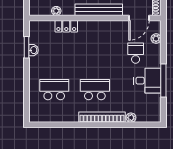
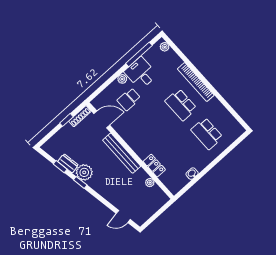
plant: (156, 39) -> (122, 79), moved
window: (26, 47) -> (195, 180), removed
window: (163, 81) -> (139, 54), moved
plant: (131, 118) -> (165, 47), moved

